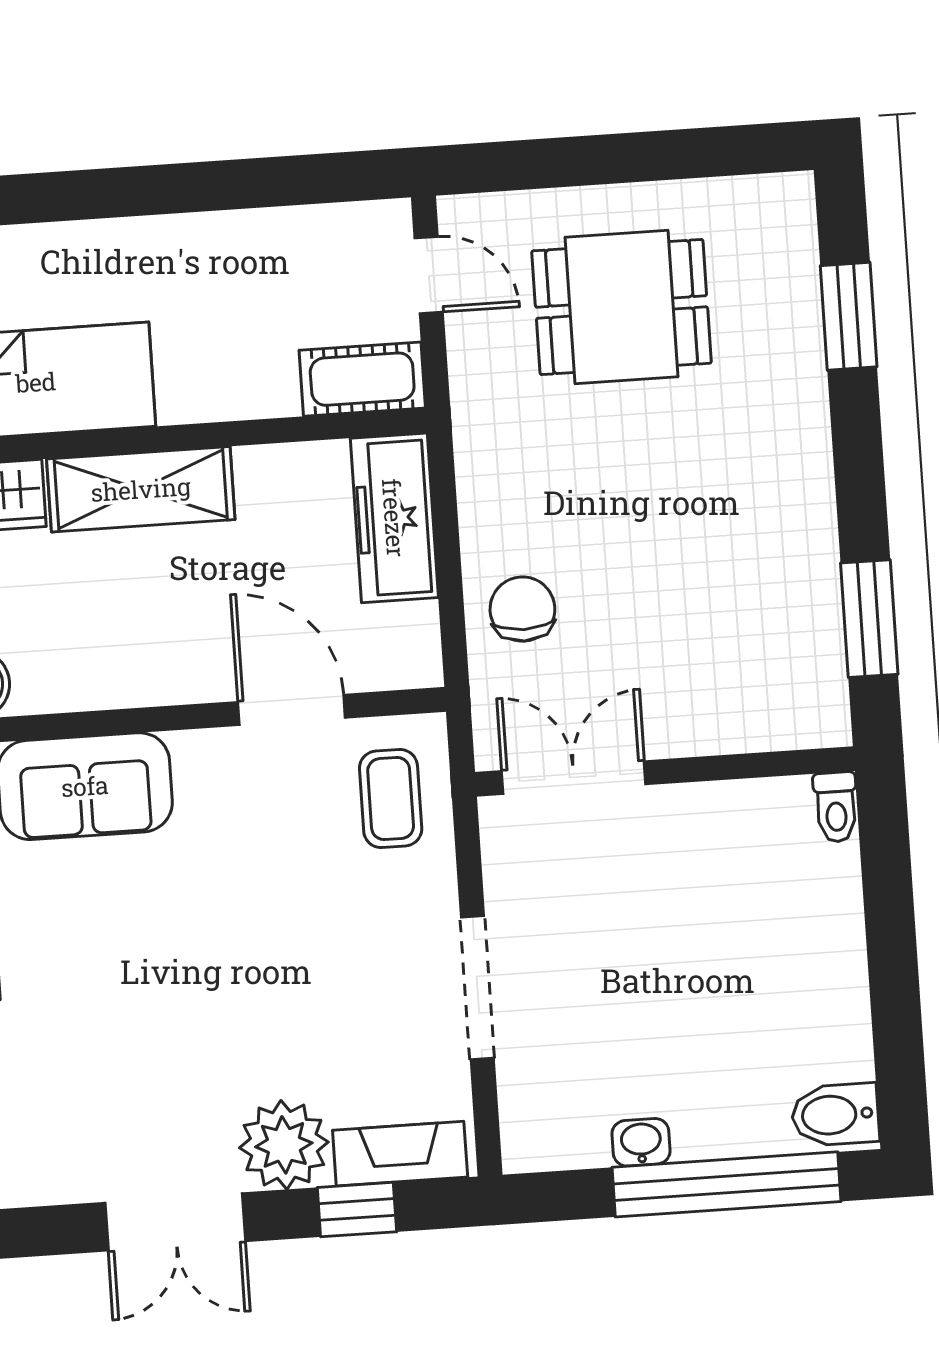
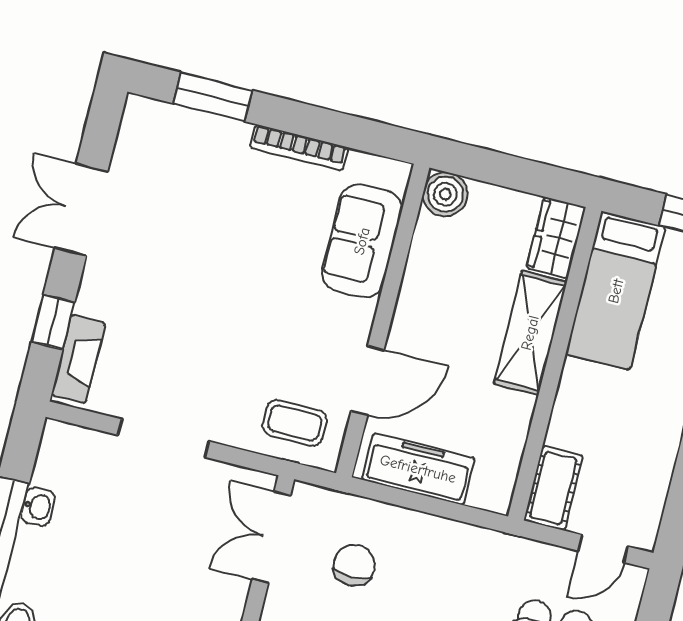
freezer: (394, 518) -> (418, 469), moved
chair: (522, 609) -> (354, 565), moved, turned -90
double door: (574, 778) -> (271, 537), swing flipped
plant: (284, 1145) -> (106, 291), removed

